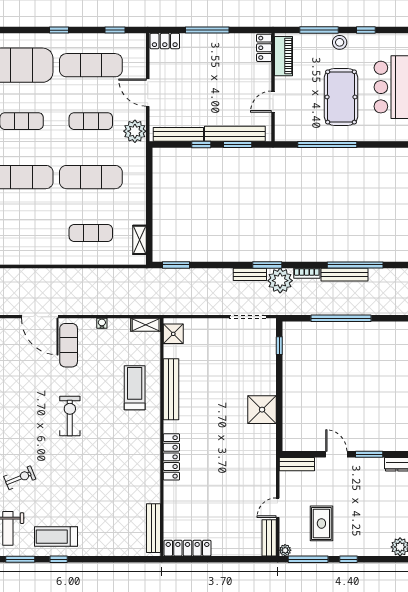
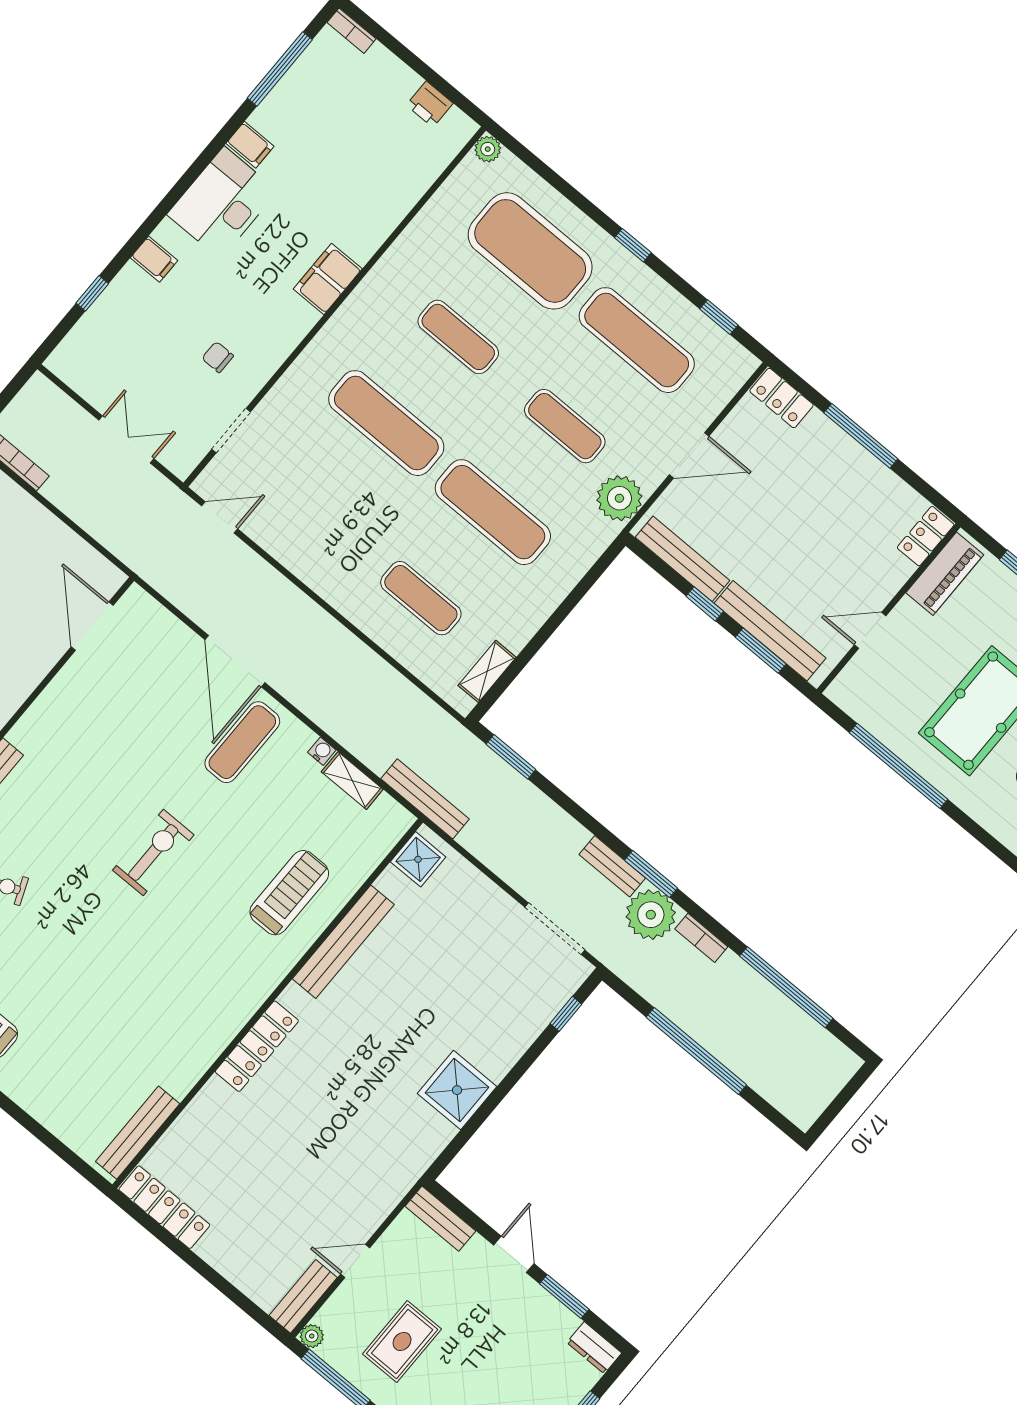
door: (148, 93) -> (689, 455), swing flipped
bench: (344, 275) -> (425, 799), moved
shelving: (146, 325) -> (352, 781), moved

